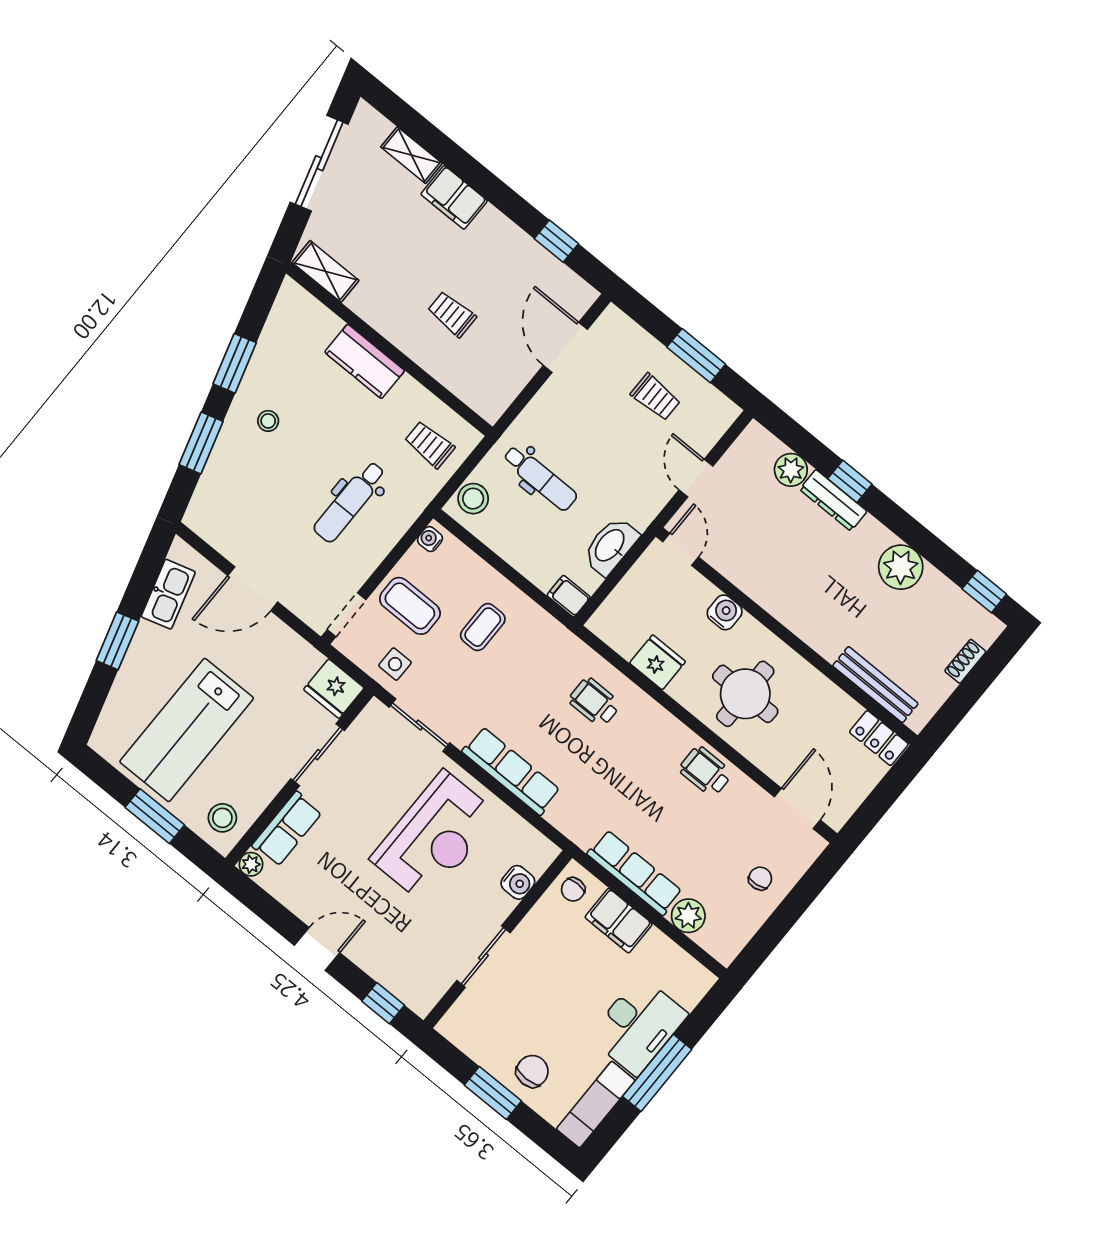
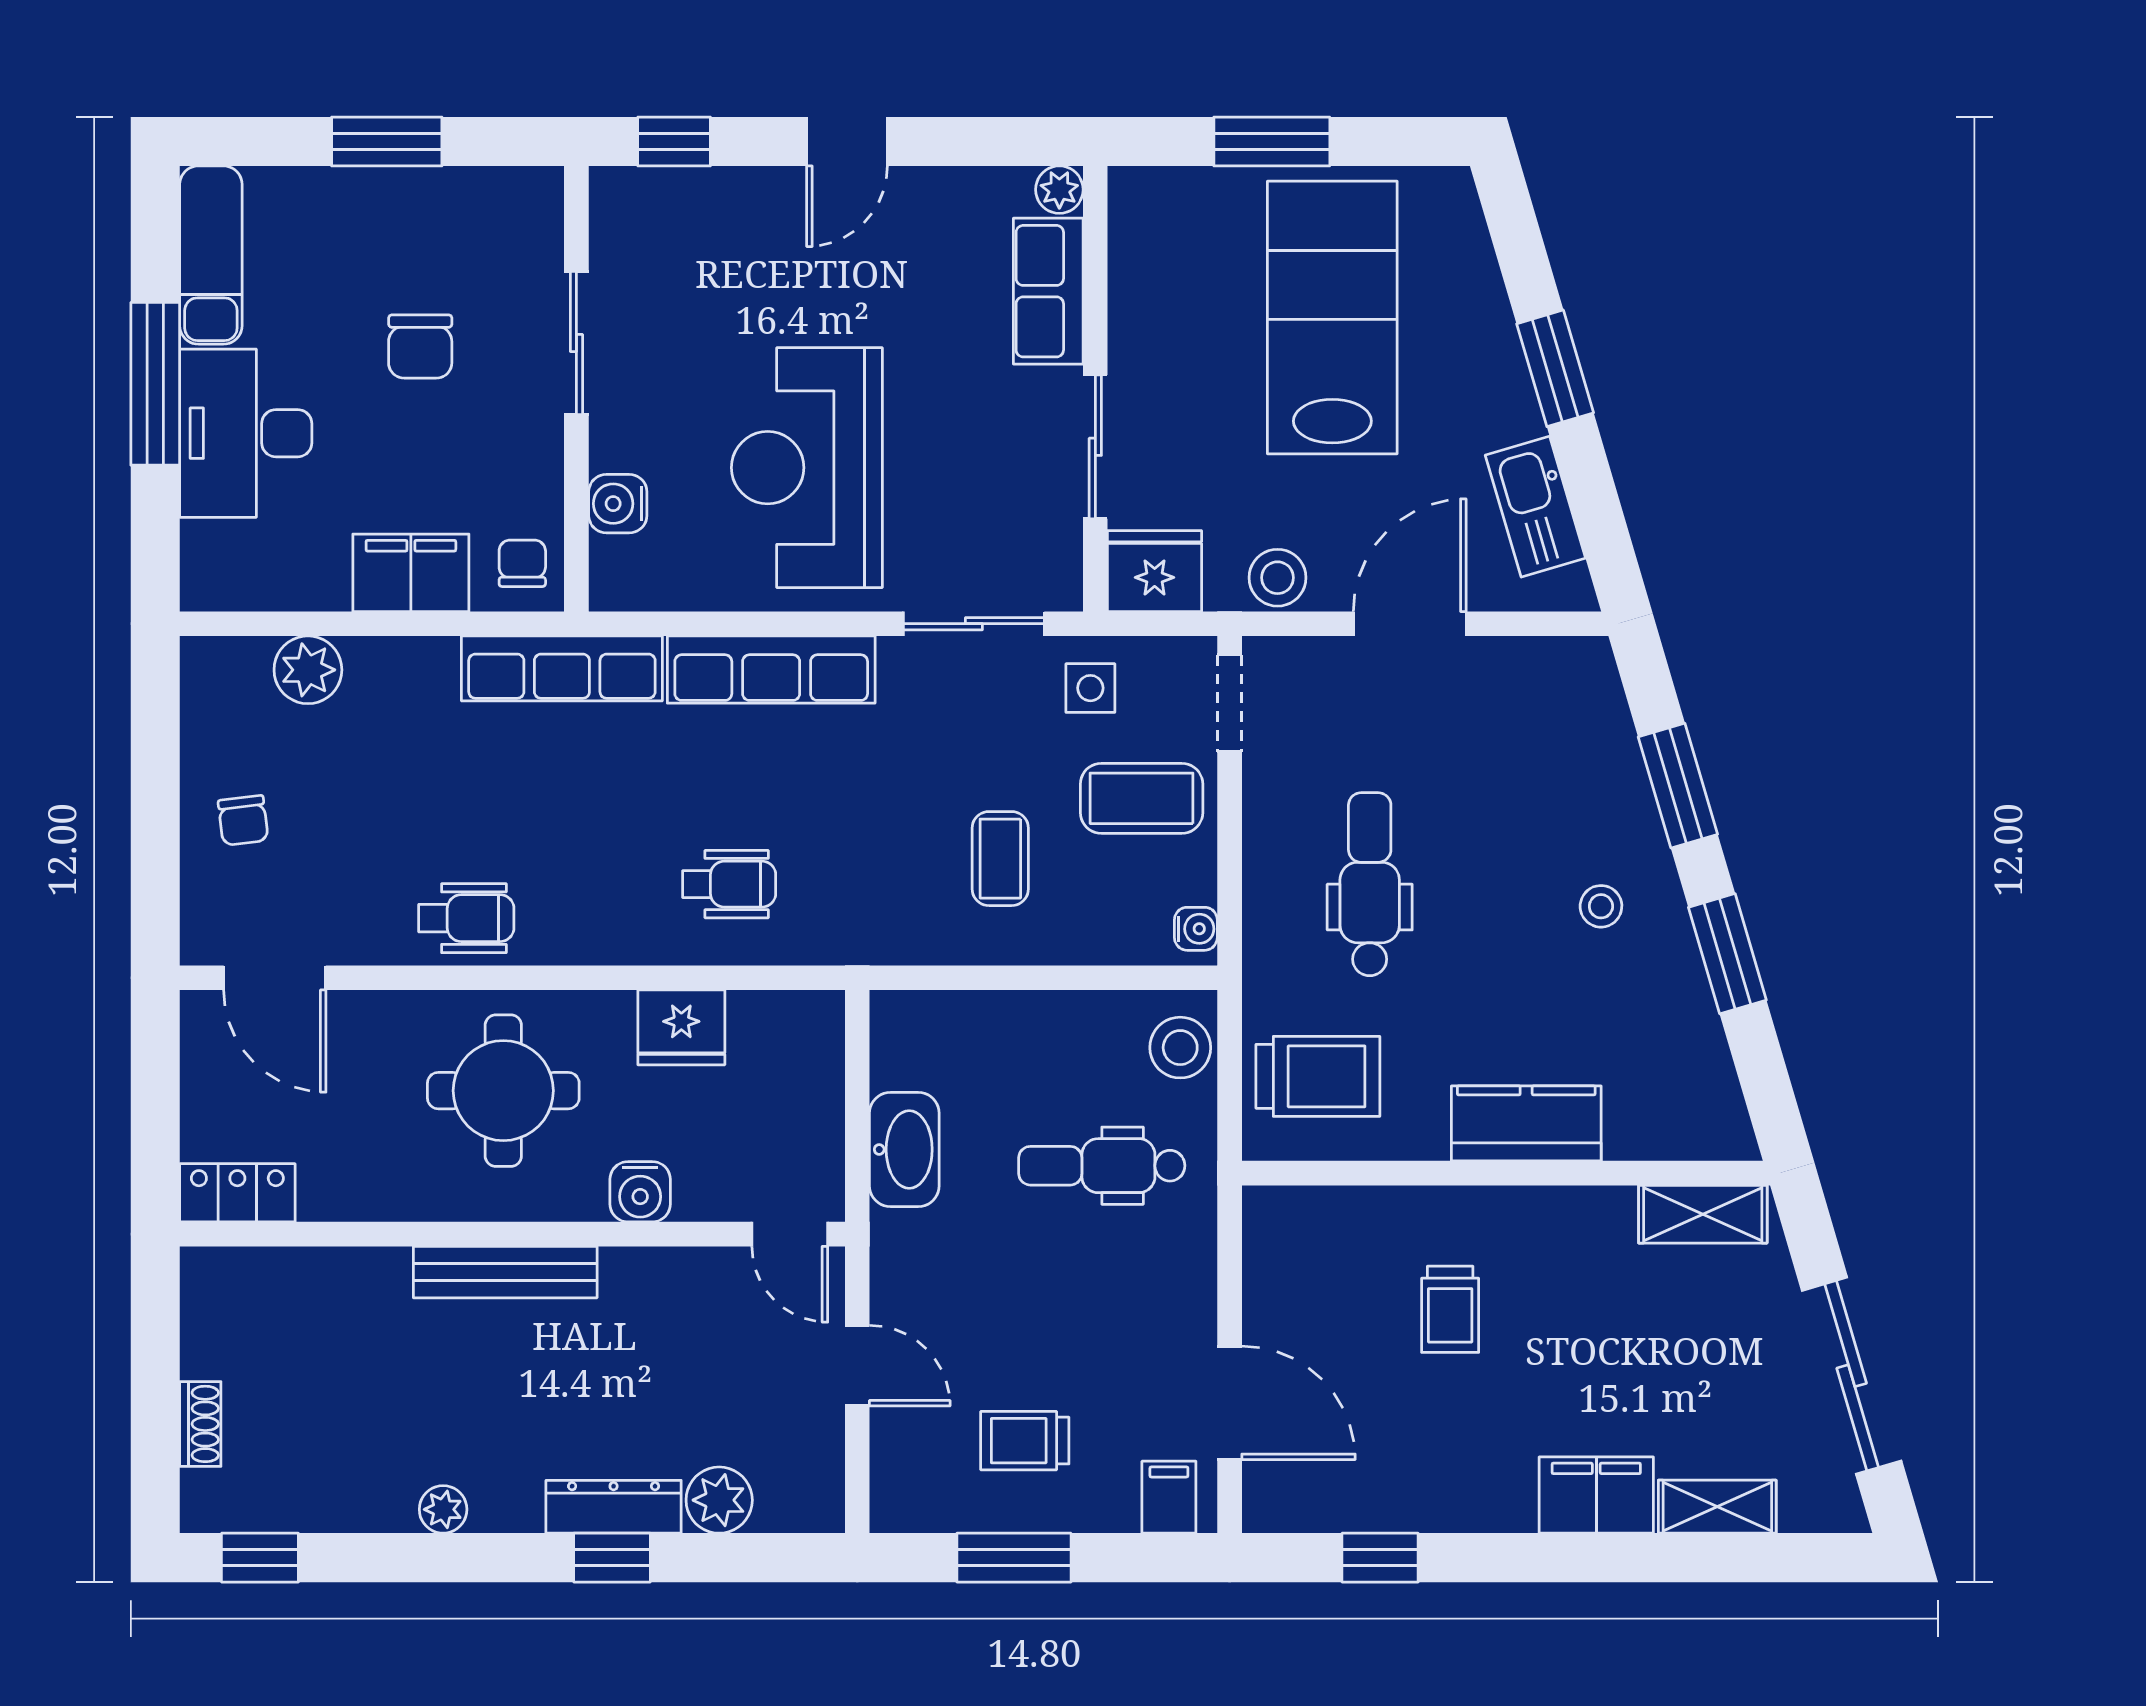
trolley: (452, 314) -> (1450, 1309), turned 90
trolley: (430, 444) -> (1318, 1076), width x1.36, depth x1.39
plant: (901, 567) -> (443, 1509), width x0.53, depth x0.53
filing cabinet: (569, 596) -> (1169, 1497), moved, turned -90
bench: (875, 685) -> (505, 1272), moved
stool: (222, 818) -> (1278, 578), moved
row of seats: (635, 873) -> (562, 668), moved
chair: (532, 1071) -> (420, 346), moved

